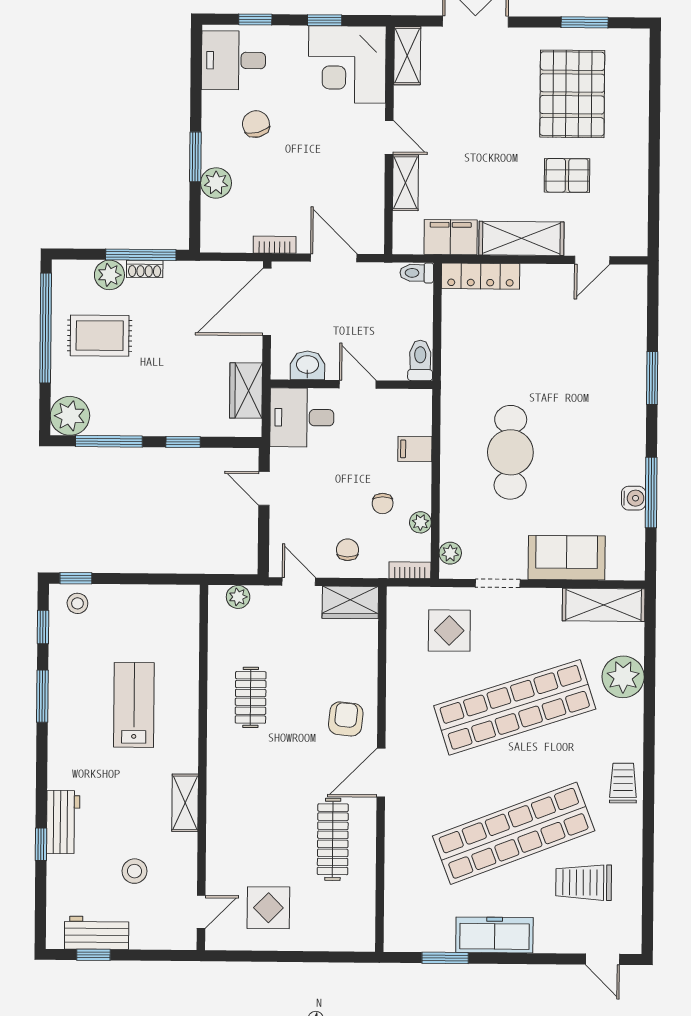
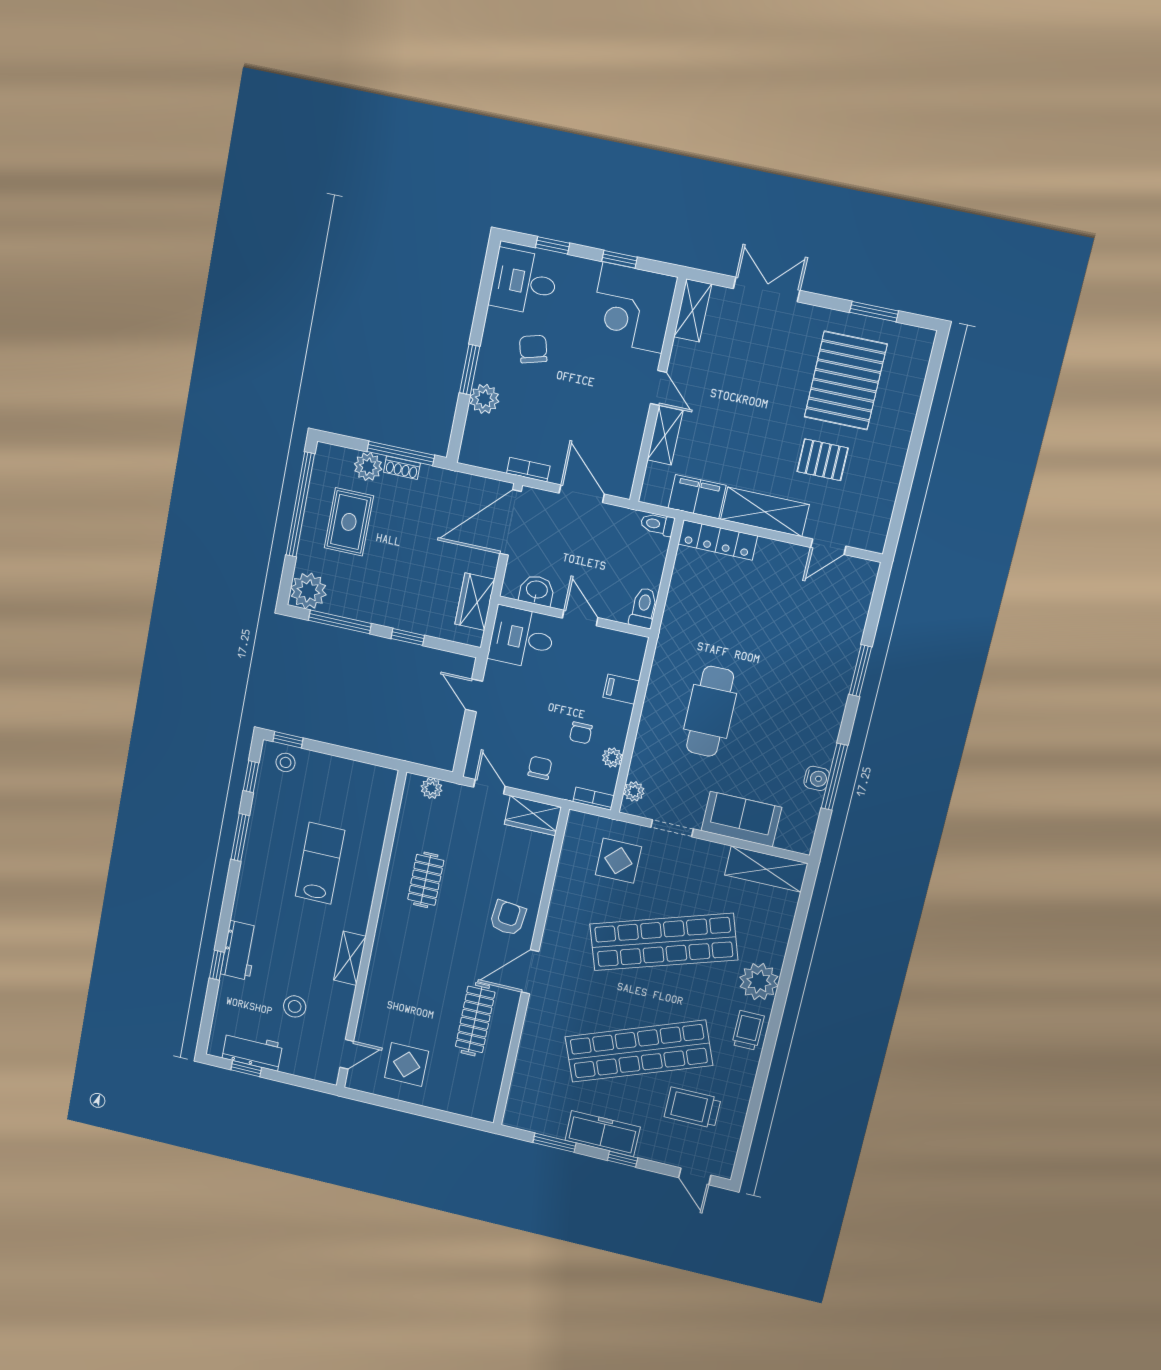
rug: (100, 336) -> (349, 522), turned 90
plant: (623, 677) -> (759, 982), moved
window: (522, 959) -> (623, 1159), added

